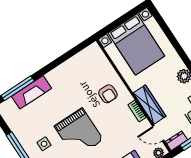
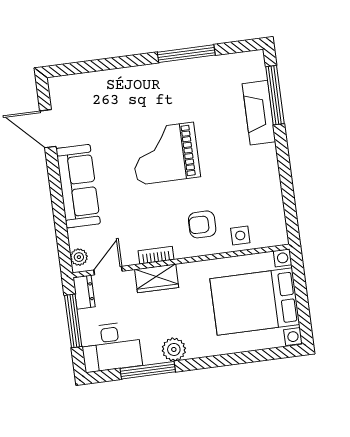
wardrobe: (150, 105) -> (157, 278), width x0.67
side table: (44, 144) -> (240, 235), moved

